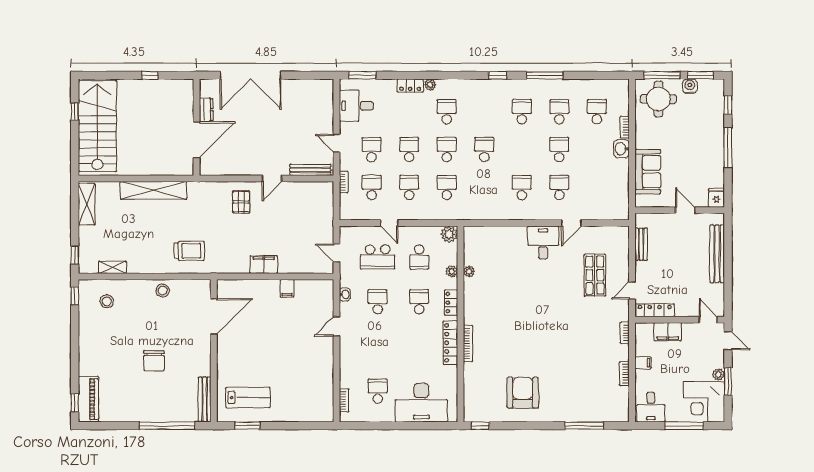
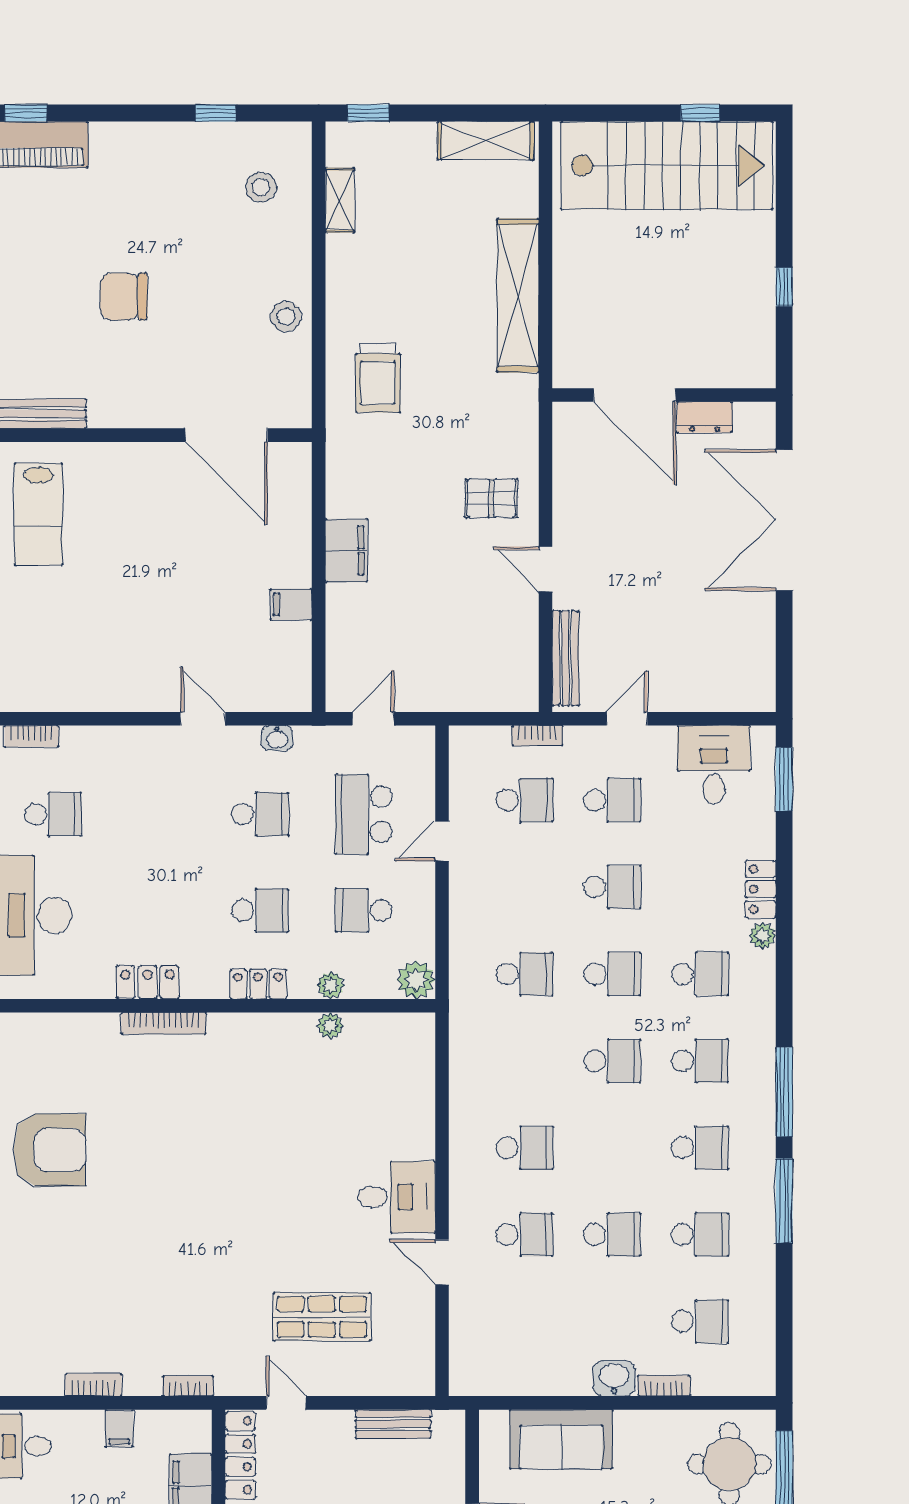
window: (498, 75) -> (784, 1092), width x2.17
school desk: (409, 187) -> (700, 1061), moved
window: (75, 296) -> (215, 113), moved
locker: (450, 343) -> (148, 982), width x0.66

